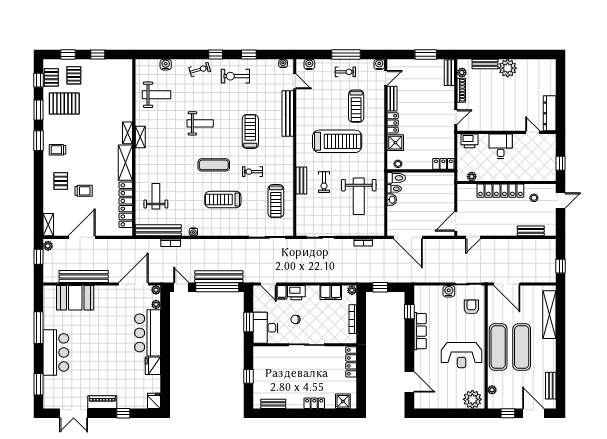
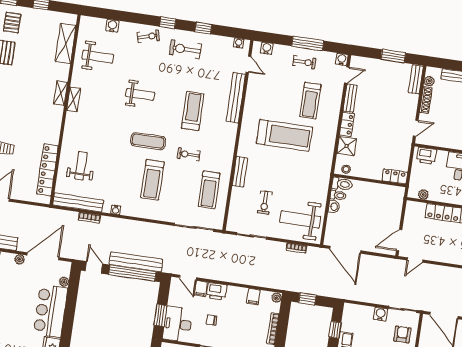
shelving: (125, 163) -> (66, 43), moved
exercise bike: (324, 182) -> (265, 202), moved
weight bench: (359, 196) -> (300, 219), moved, turned 90
treadmill: (223, 200) -> (152, 180), turned -90
plant: (156, 290) -> (20, 259), moved
filing cabinet: (331, 292) -> (253, 297), width x0.50

